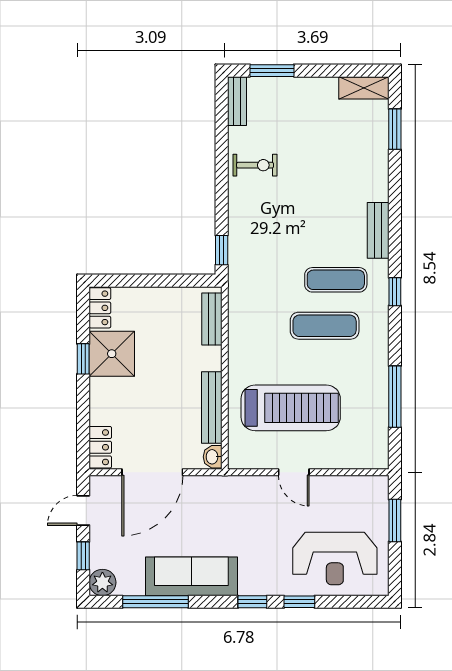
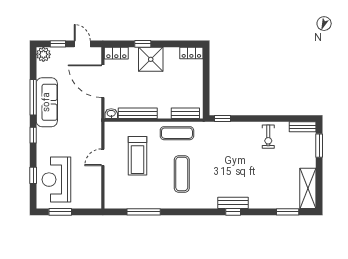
shelving: (364, 88) -> (308, 188), width x1.50, depth x1.33
exercise mat: (336, 280) -> (177, 133), moved, turned 90
window: (395, 292) -> (233, 212), moved
shower: (112, 354) -> (151, 59), moved
window: (83, 359) -> (143, 44), moved
treadmill: (291, 408) -> (138, 156), width x0.73, depth x0.73
window: (395, 520) -> (60, 212), moved
window: (155, 602) -> (33, 97), moved
window: (299, 602) -> (33, 175), moved

